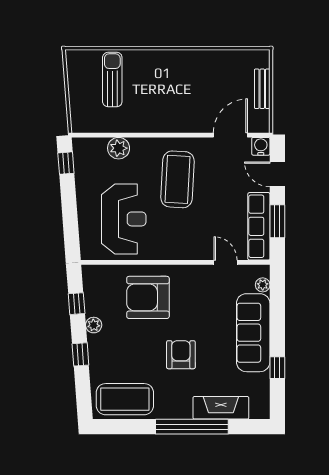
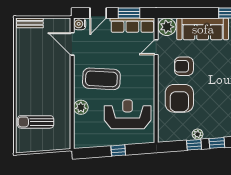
bench: (262, 89) -> (30, 23), moved
plant: (119, 148) -> (81, 107), moved
window: (66, 163) -> (118, 150), moved
plant: (263, 285) -> (167, 27), width x1.87, depth x1.87
window: (77, 304) -> (194, 145), moved
armchair: (181, 355) -> (184, 66), moved

